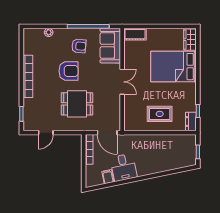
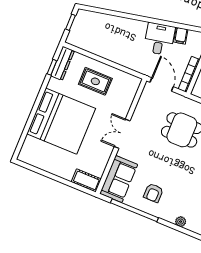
wardrobe: (190, 40) -> (28, 149), removed
armchair: (79, 46) -> (153, 193), turned -95
bed: (173, 67) -> (61, 121), width x1.36
armchair: (69, 71) -> (176, 170), removed
dresser: (191, 122) -> (63, 63), width x1.44

